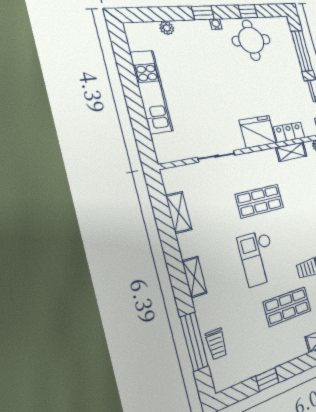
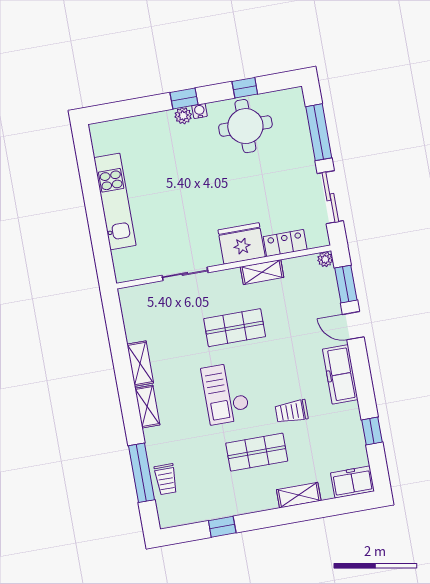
plant: (167, 28) -> (183, 116), moved
shelving: (291, 152) -> (262, 272), moved
shelving: (179, 212) -> (140, 364), moved

